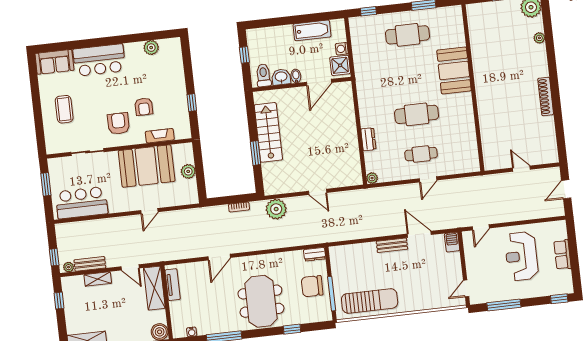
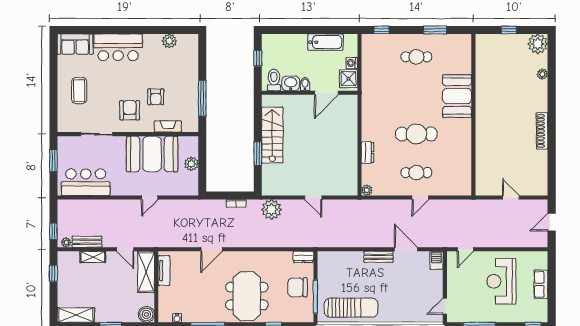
cafe table: (408, 35) -> (416, 57), width x0.73, depth x0.74
window: (192, 103) -> (202, 98), width x2.17

